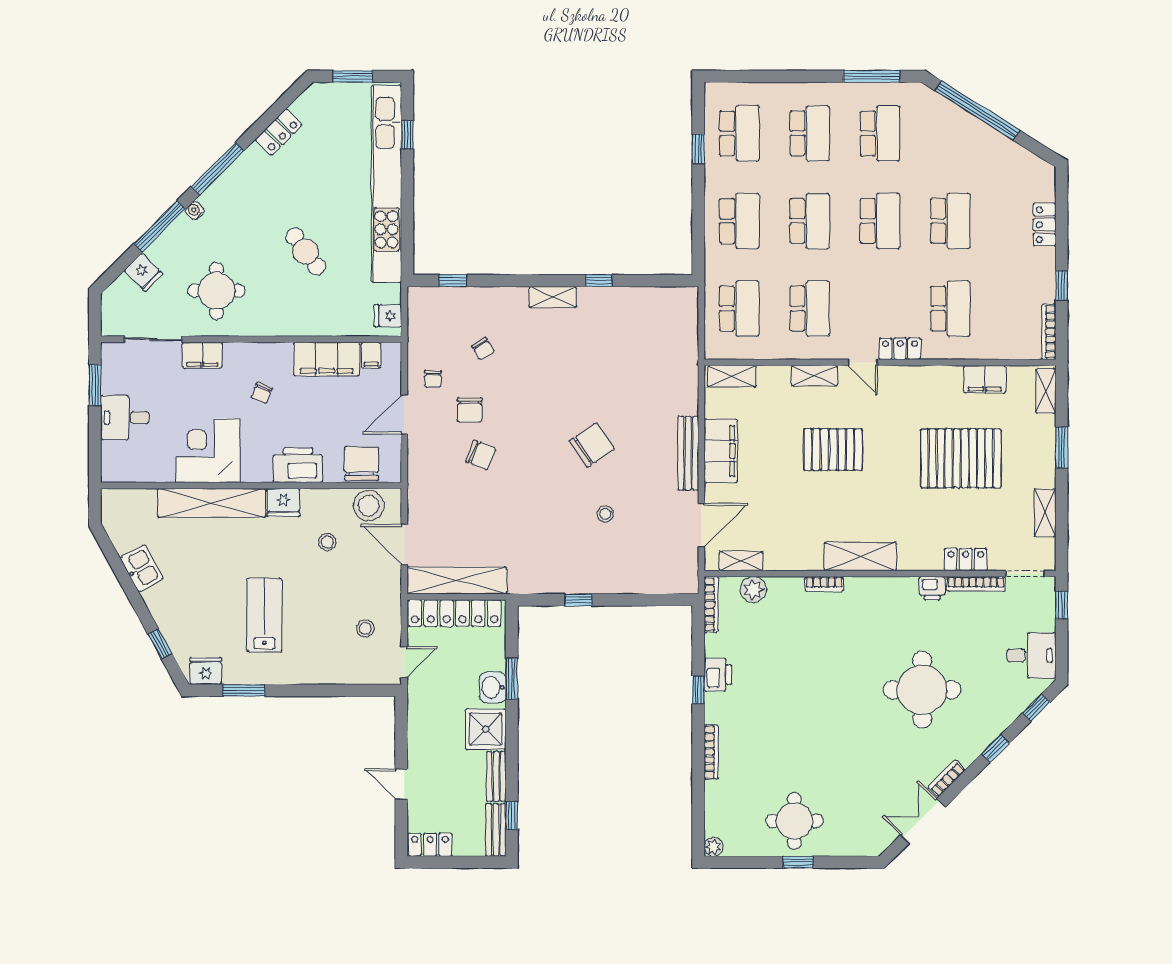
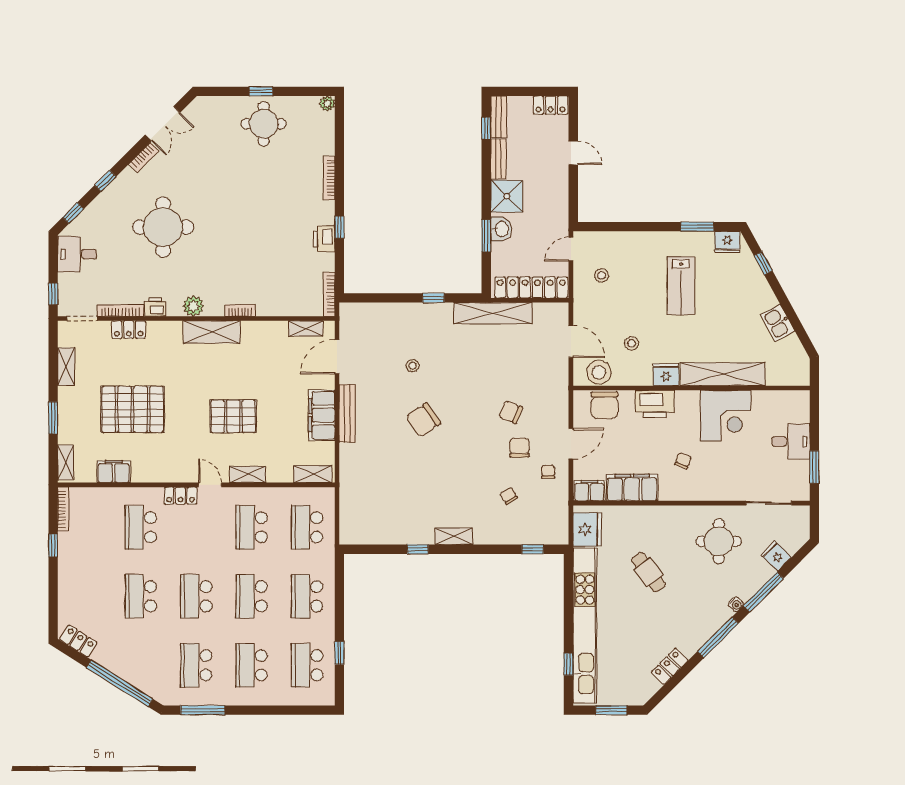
locker: (1045, 225) -> (78, 641), moved, turned -58
fridge: (388, 316) -> (587, 529), width x1.88, depth x1.34
filing cabinet: (202, 355) -> (730, 491), removed
filing cabinet: (371, 355) -> (589, 491), width x2.00
shelving: (457, 580) -> (493, 313), moved
plant: (753, 589) -> (193, 306), moved

